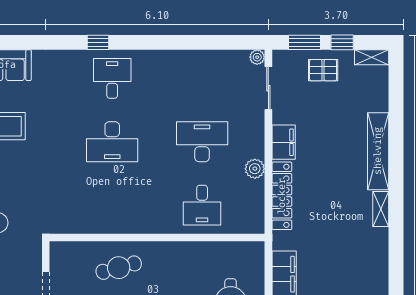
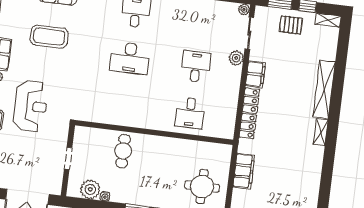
desk: (202, 142) -> (196, 66), width x0.73
plant: (255, 169) -> (236, 58), moved
cafe table: (119, 268) -> (123, 151), turned -75

